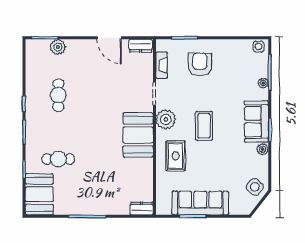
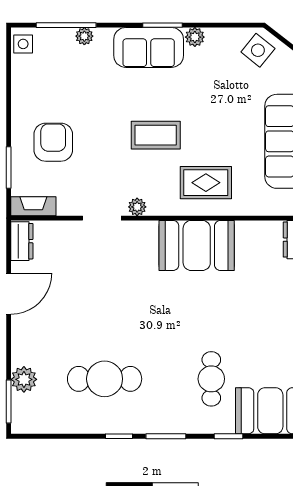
fireplace: (162, 65) -> (33, 206), moved
armchair: (200, 65) -> (53, 142), turned 90
cafe table: (58, 95) -> (105, 379), width x1.37, depth x1.35
plant: (166, 119) -> (137, 207), width x0.53, depth x0.53
booth: (138, 135) -> (197, 245), moved

